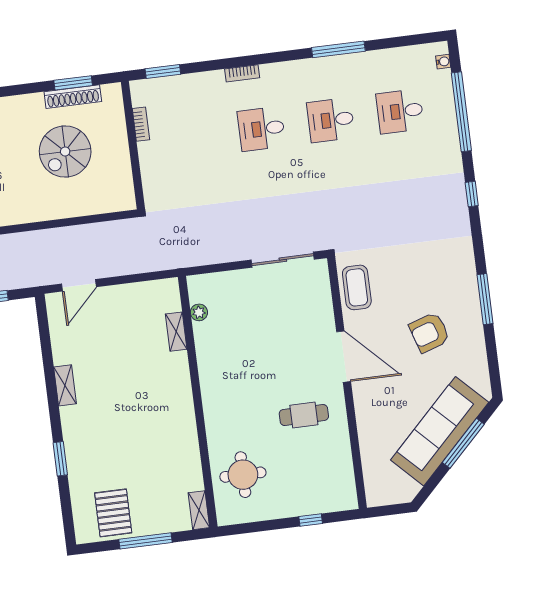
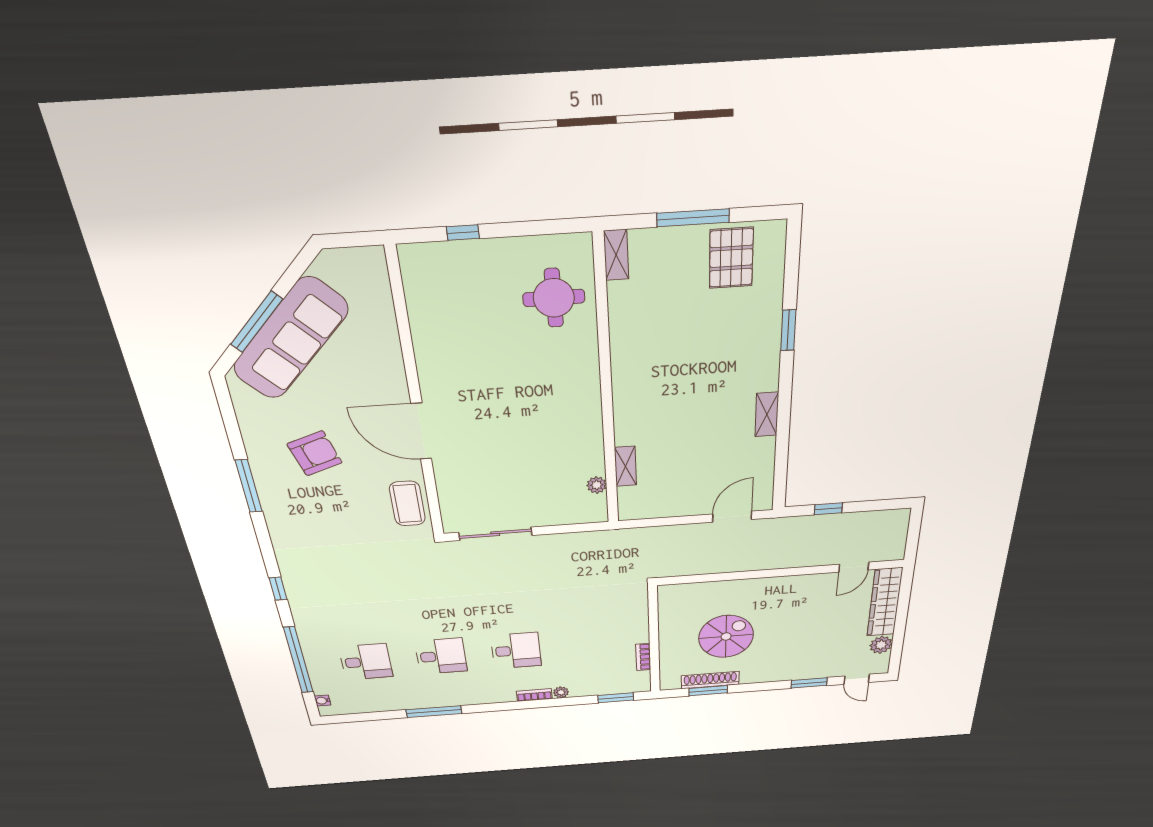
plant: (217, 77) -> (561, 692), added
cafe table: (304, 415) -> (472, 367), removed

